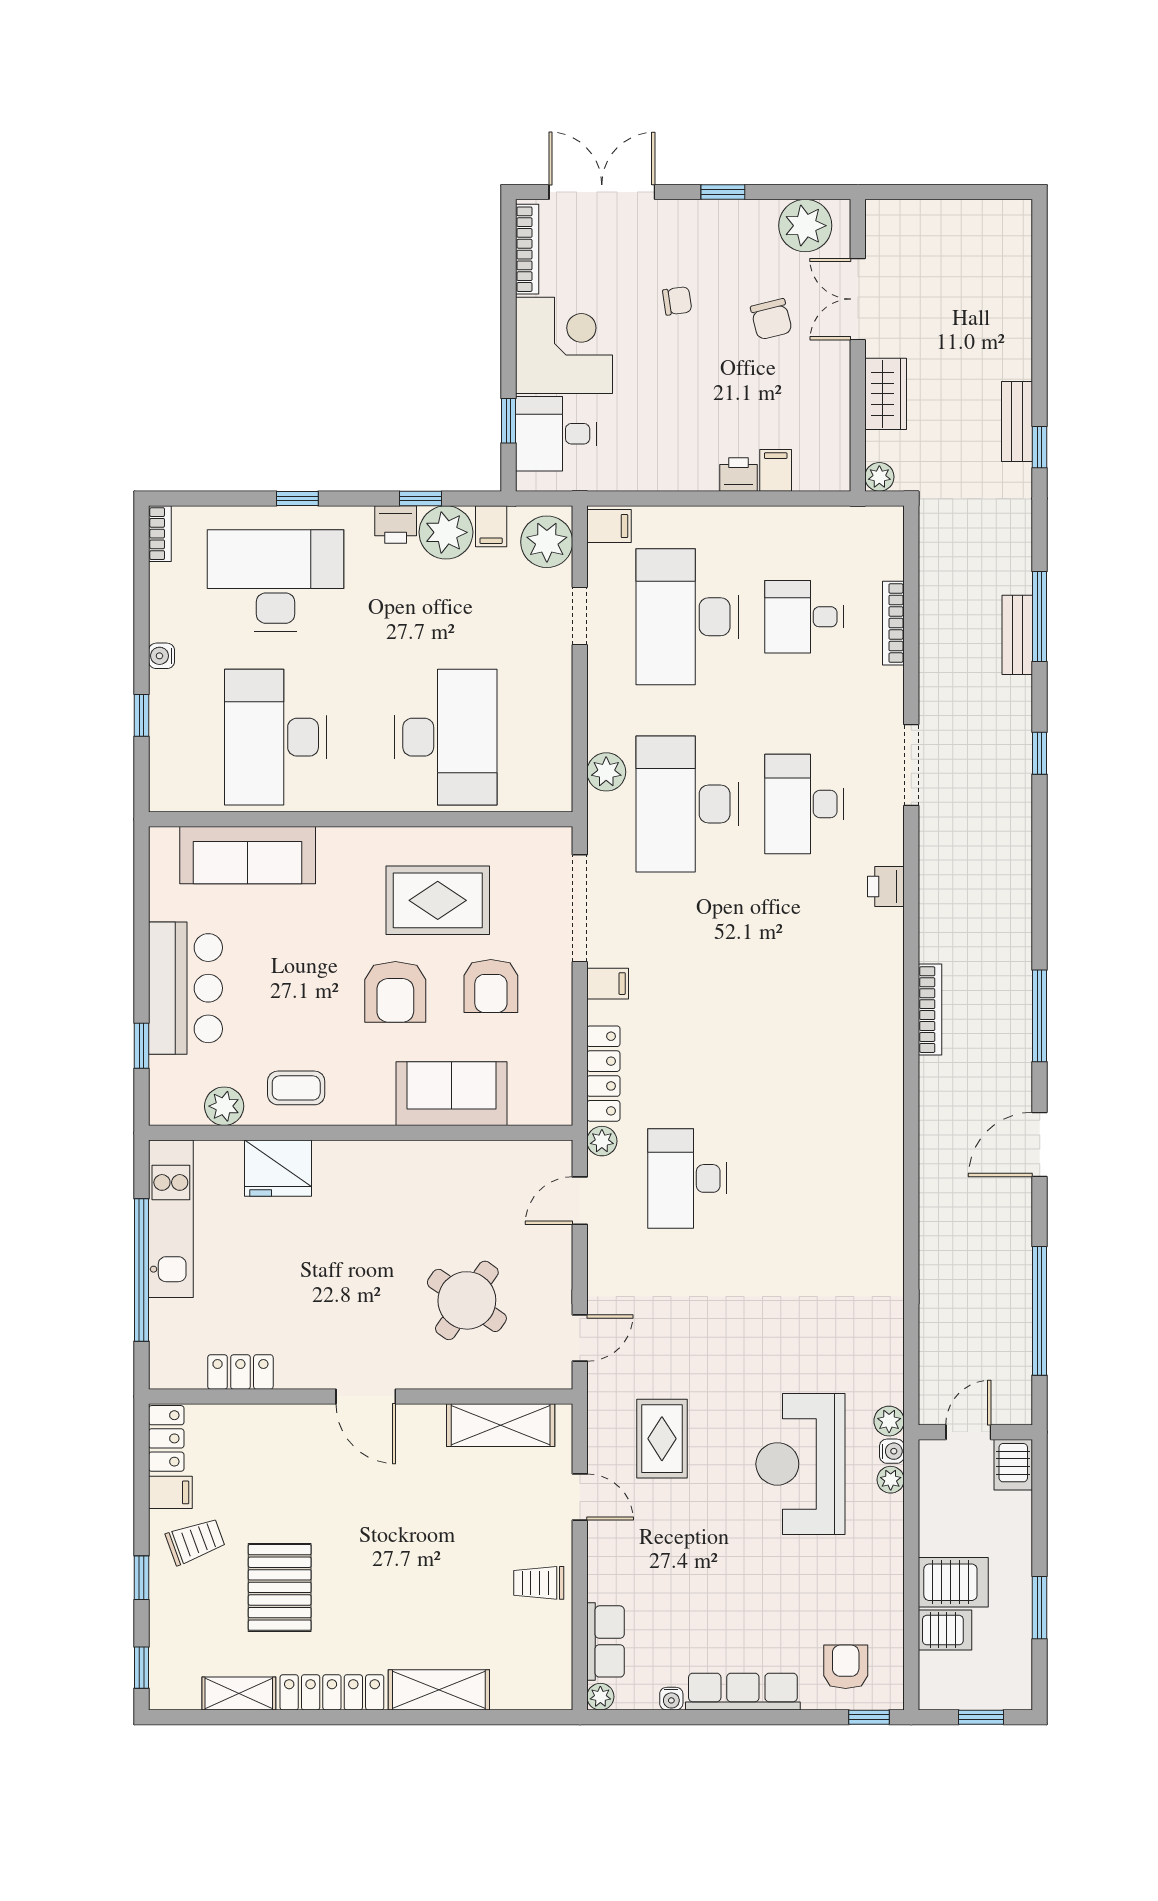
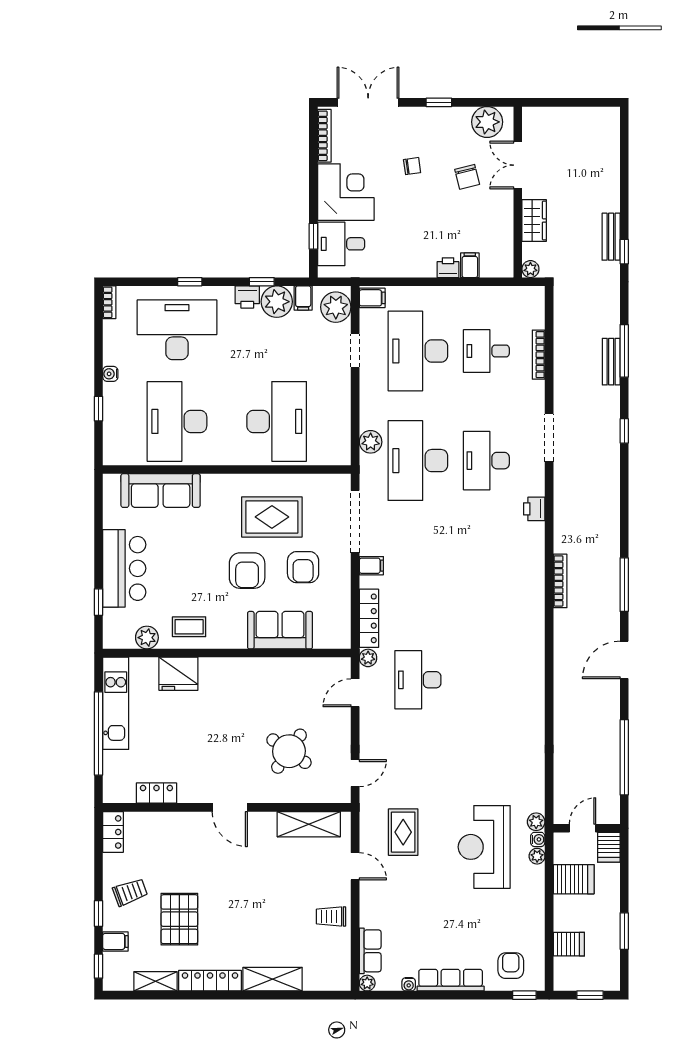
filing cabinet: (170, 1492) -> (115, 941), moved
server rack: (953, 1582) -> (574, 879), moved

